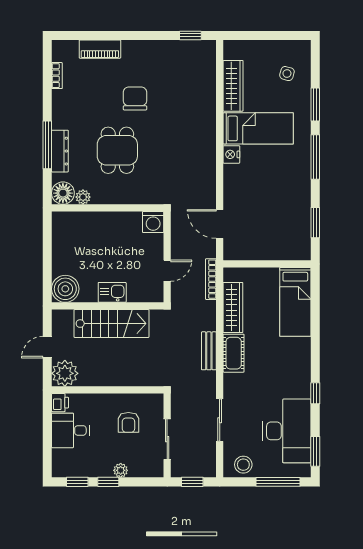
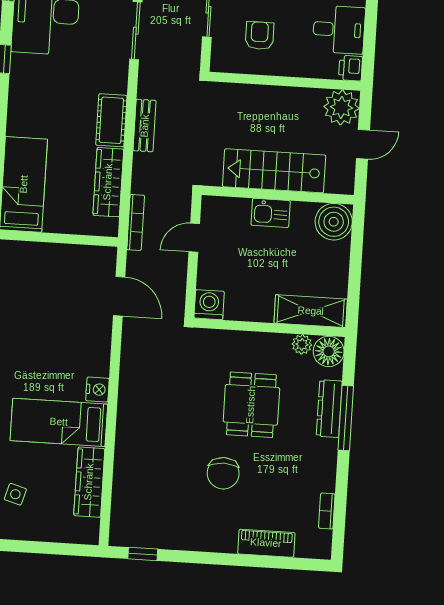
shelving: (78, 222) -> (311, 311), added

